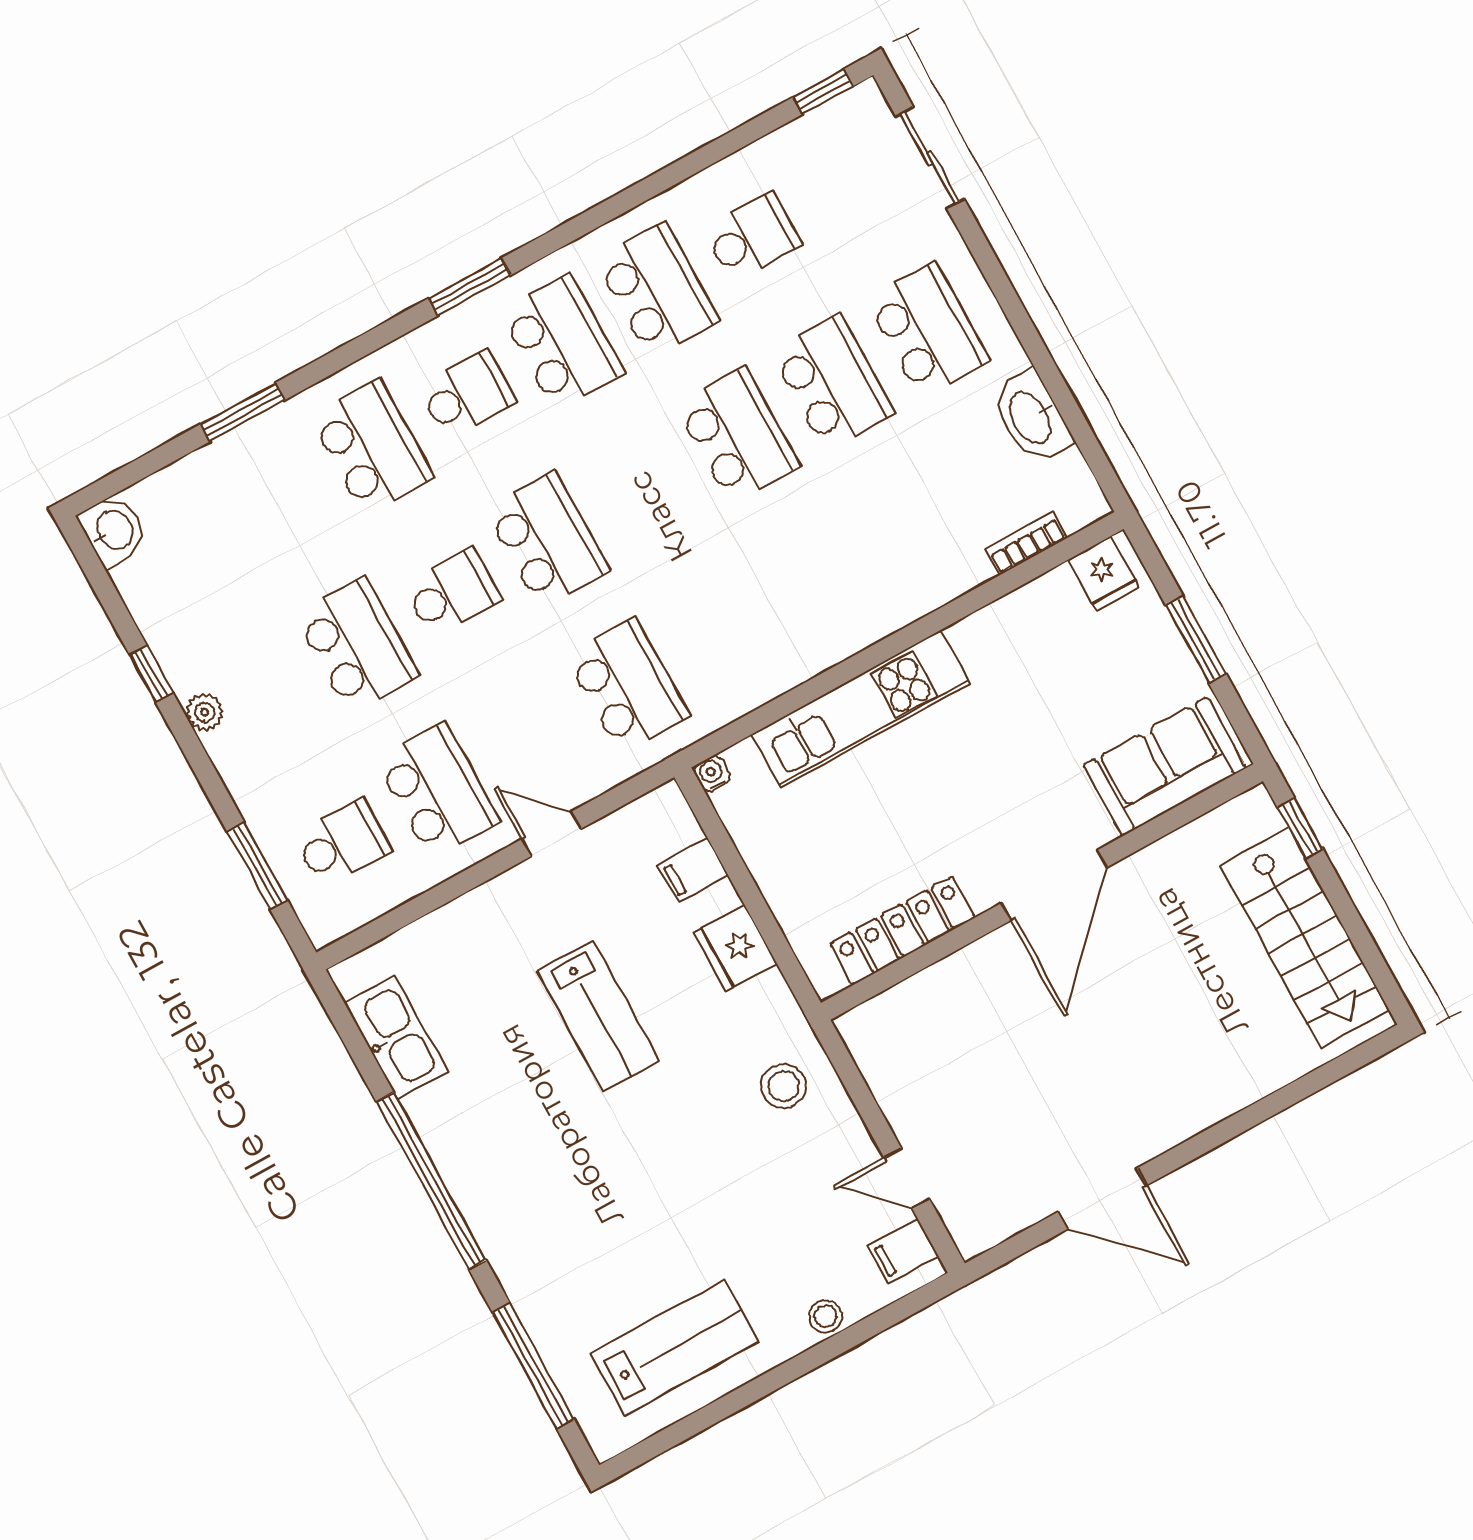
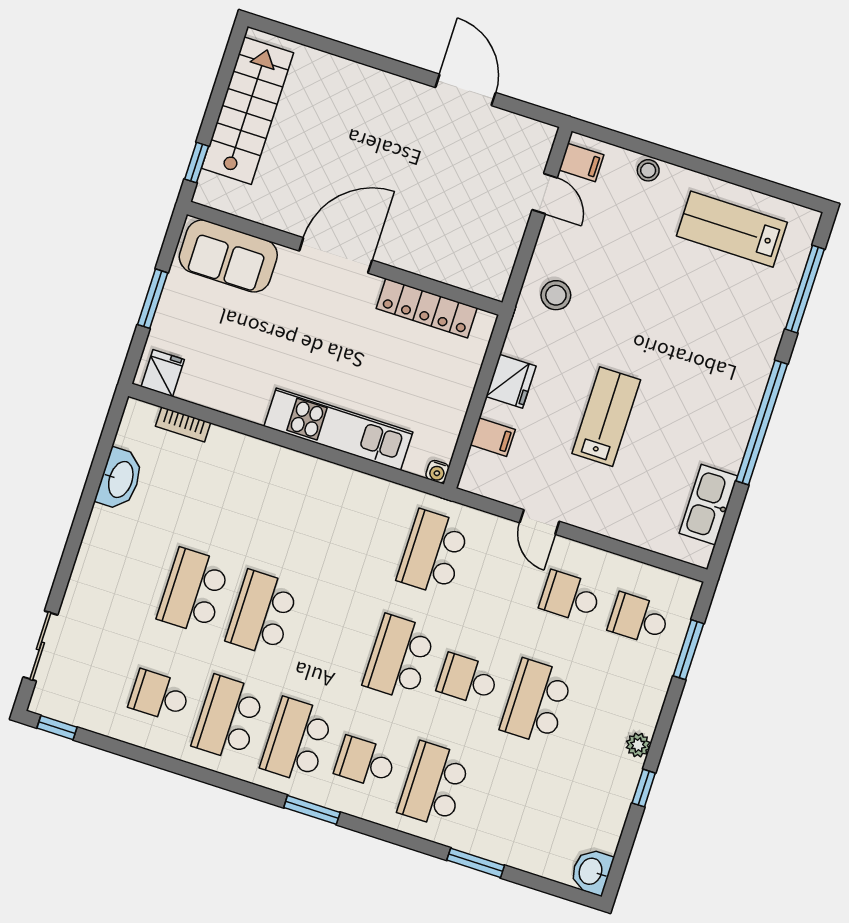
school desk: (928, 330) -> (125, 569), removed
school desk: (437, 791) -> (570, 597), width x0.54

